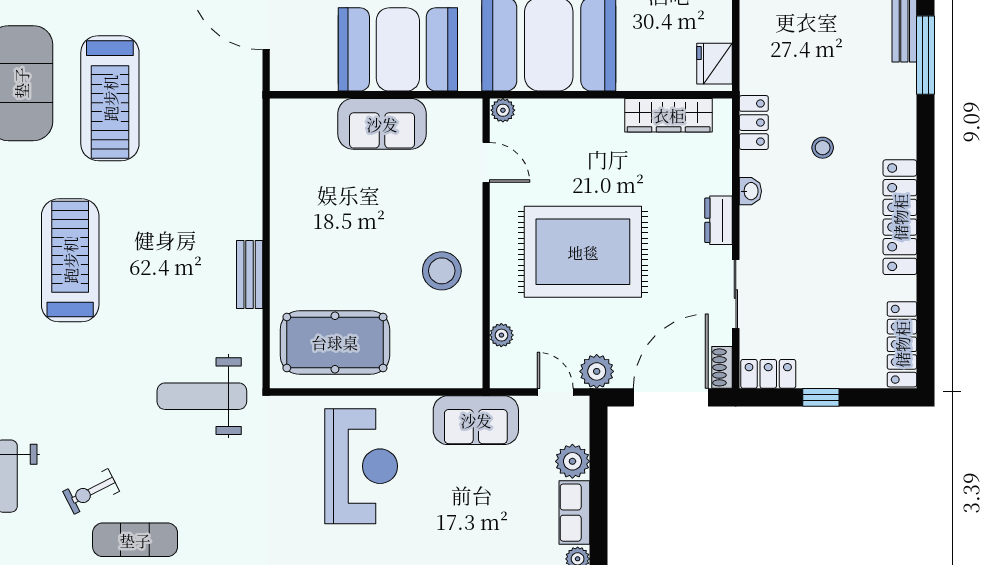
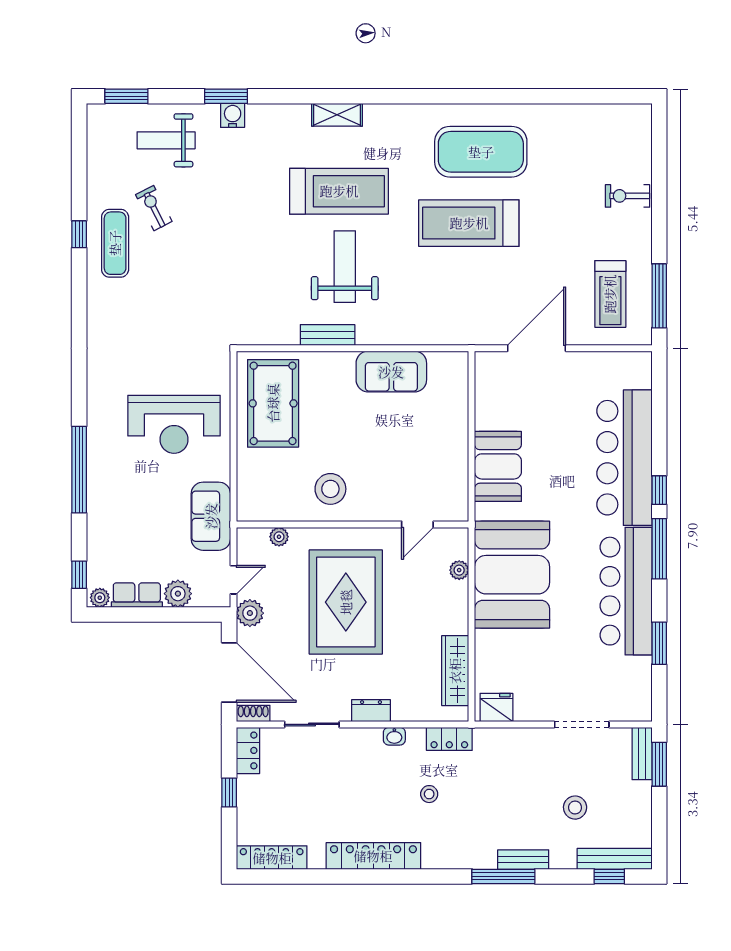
booth: (398, 49) -> (498, 466), width x0.73, depth x0.70
plant: (503, 110) -> (459, 570), moved
sofa: (382, 124) -> (391, 372), moved, turned -90
weight bench: (202, 396) -> (345, 267), moved

